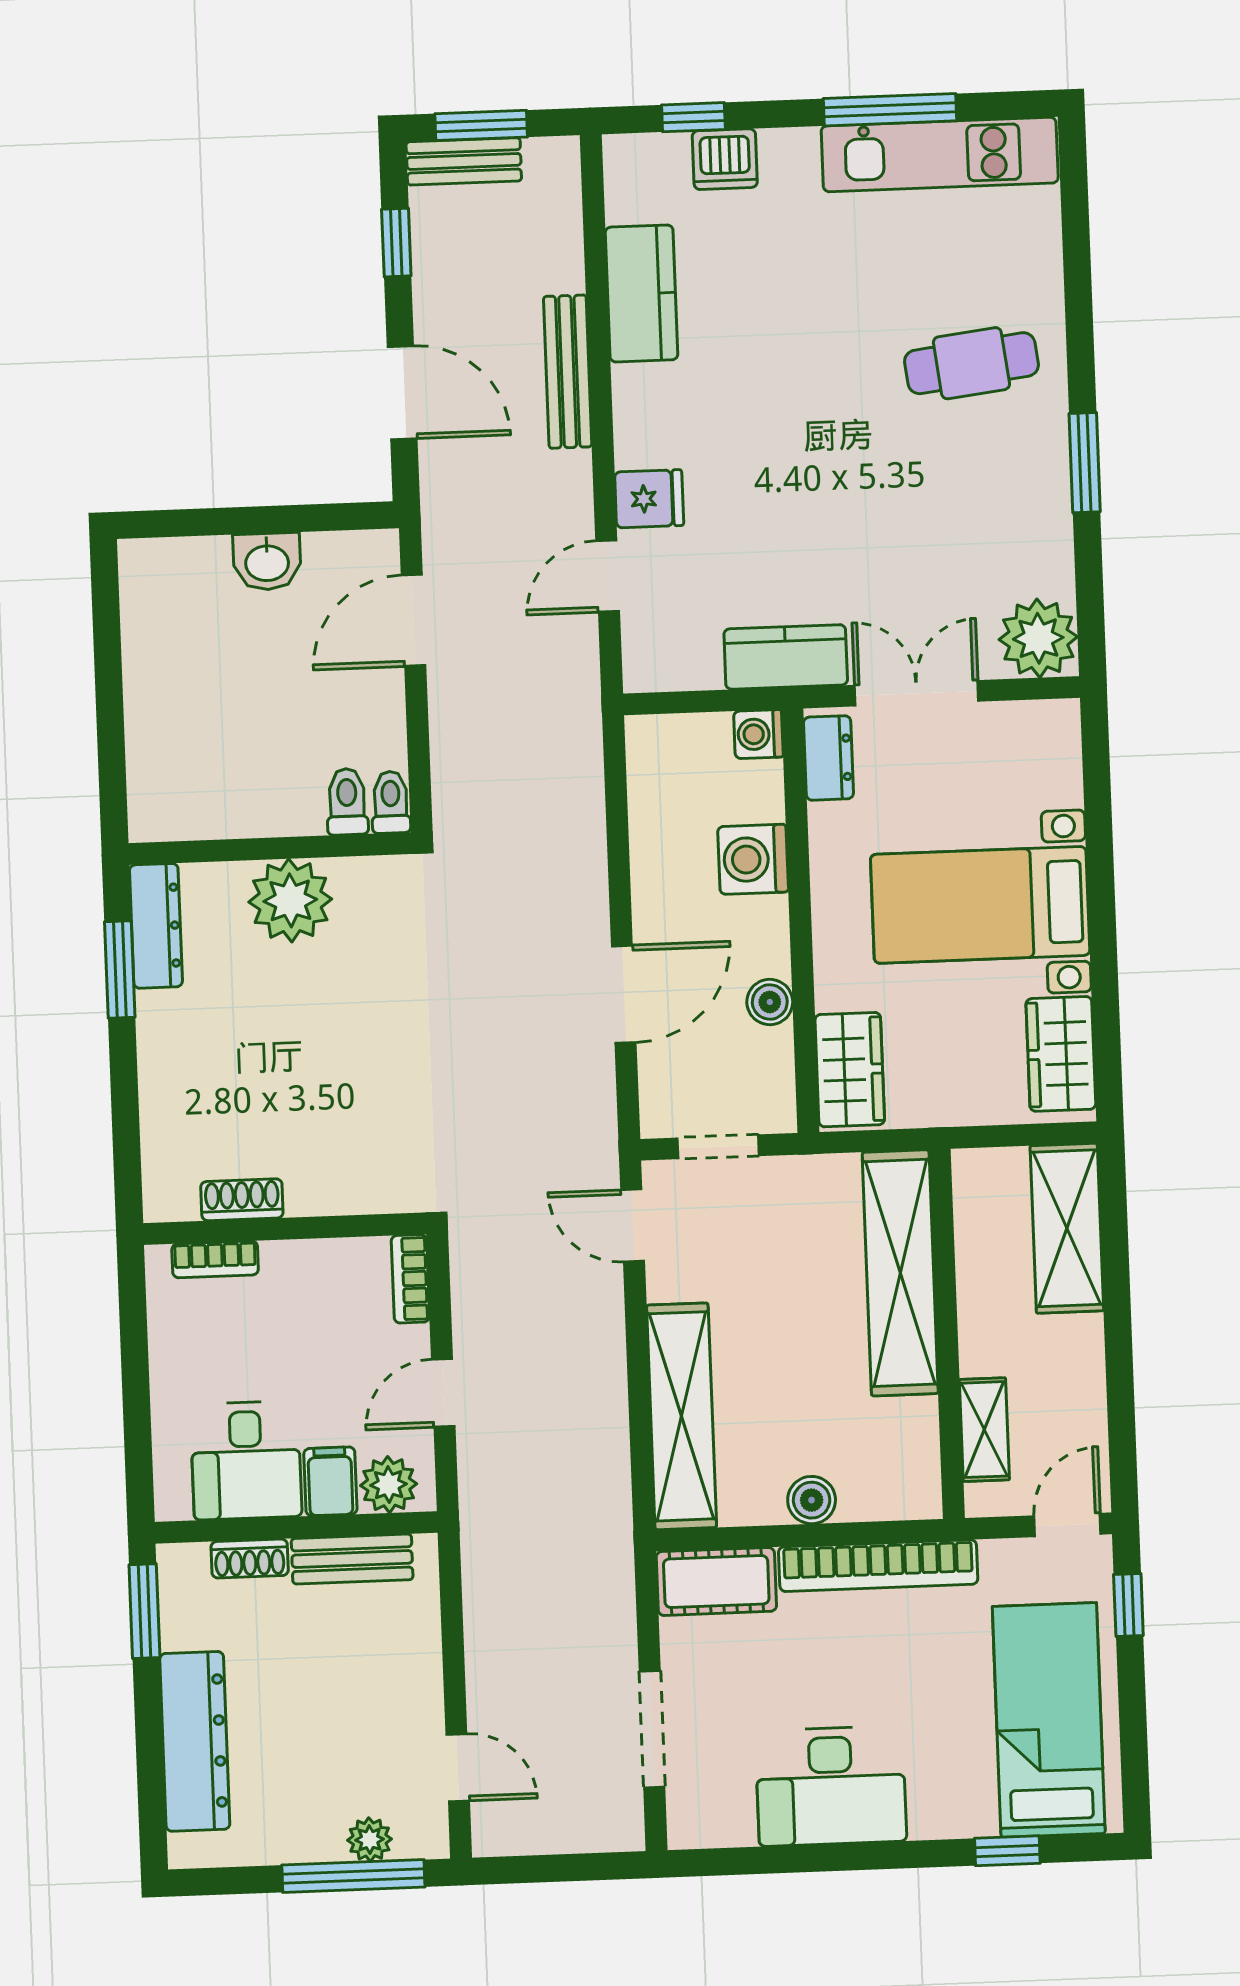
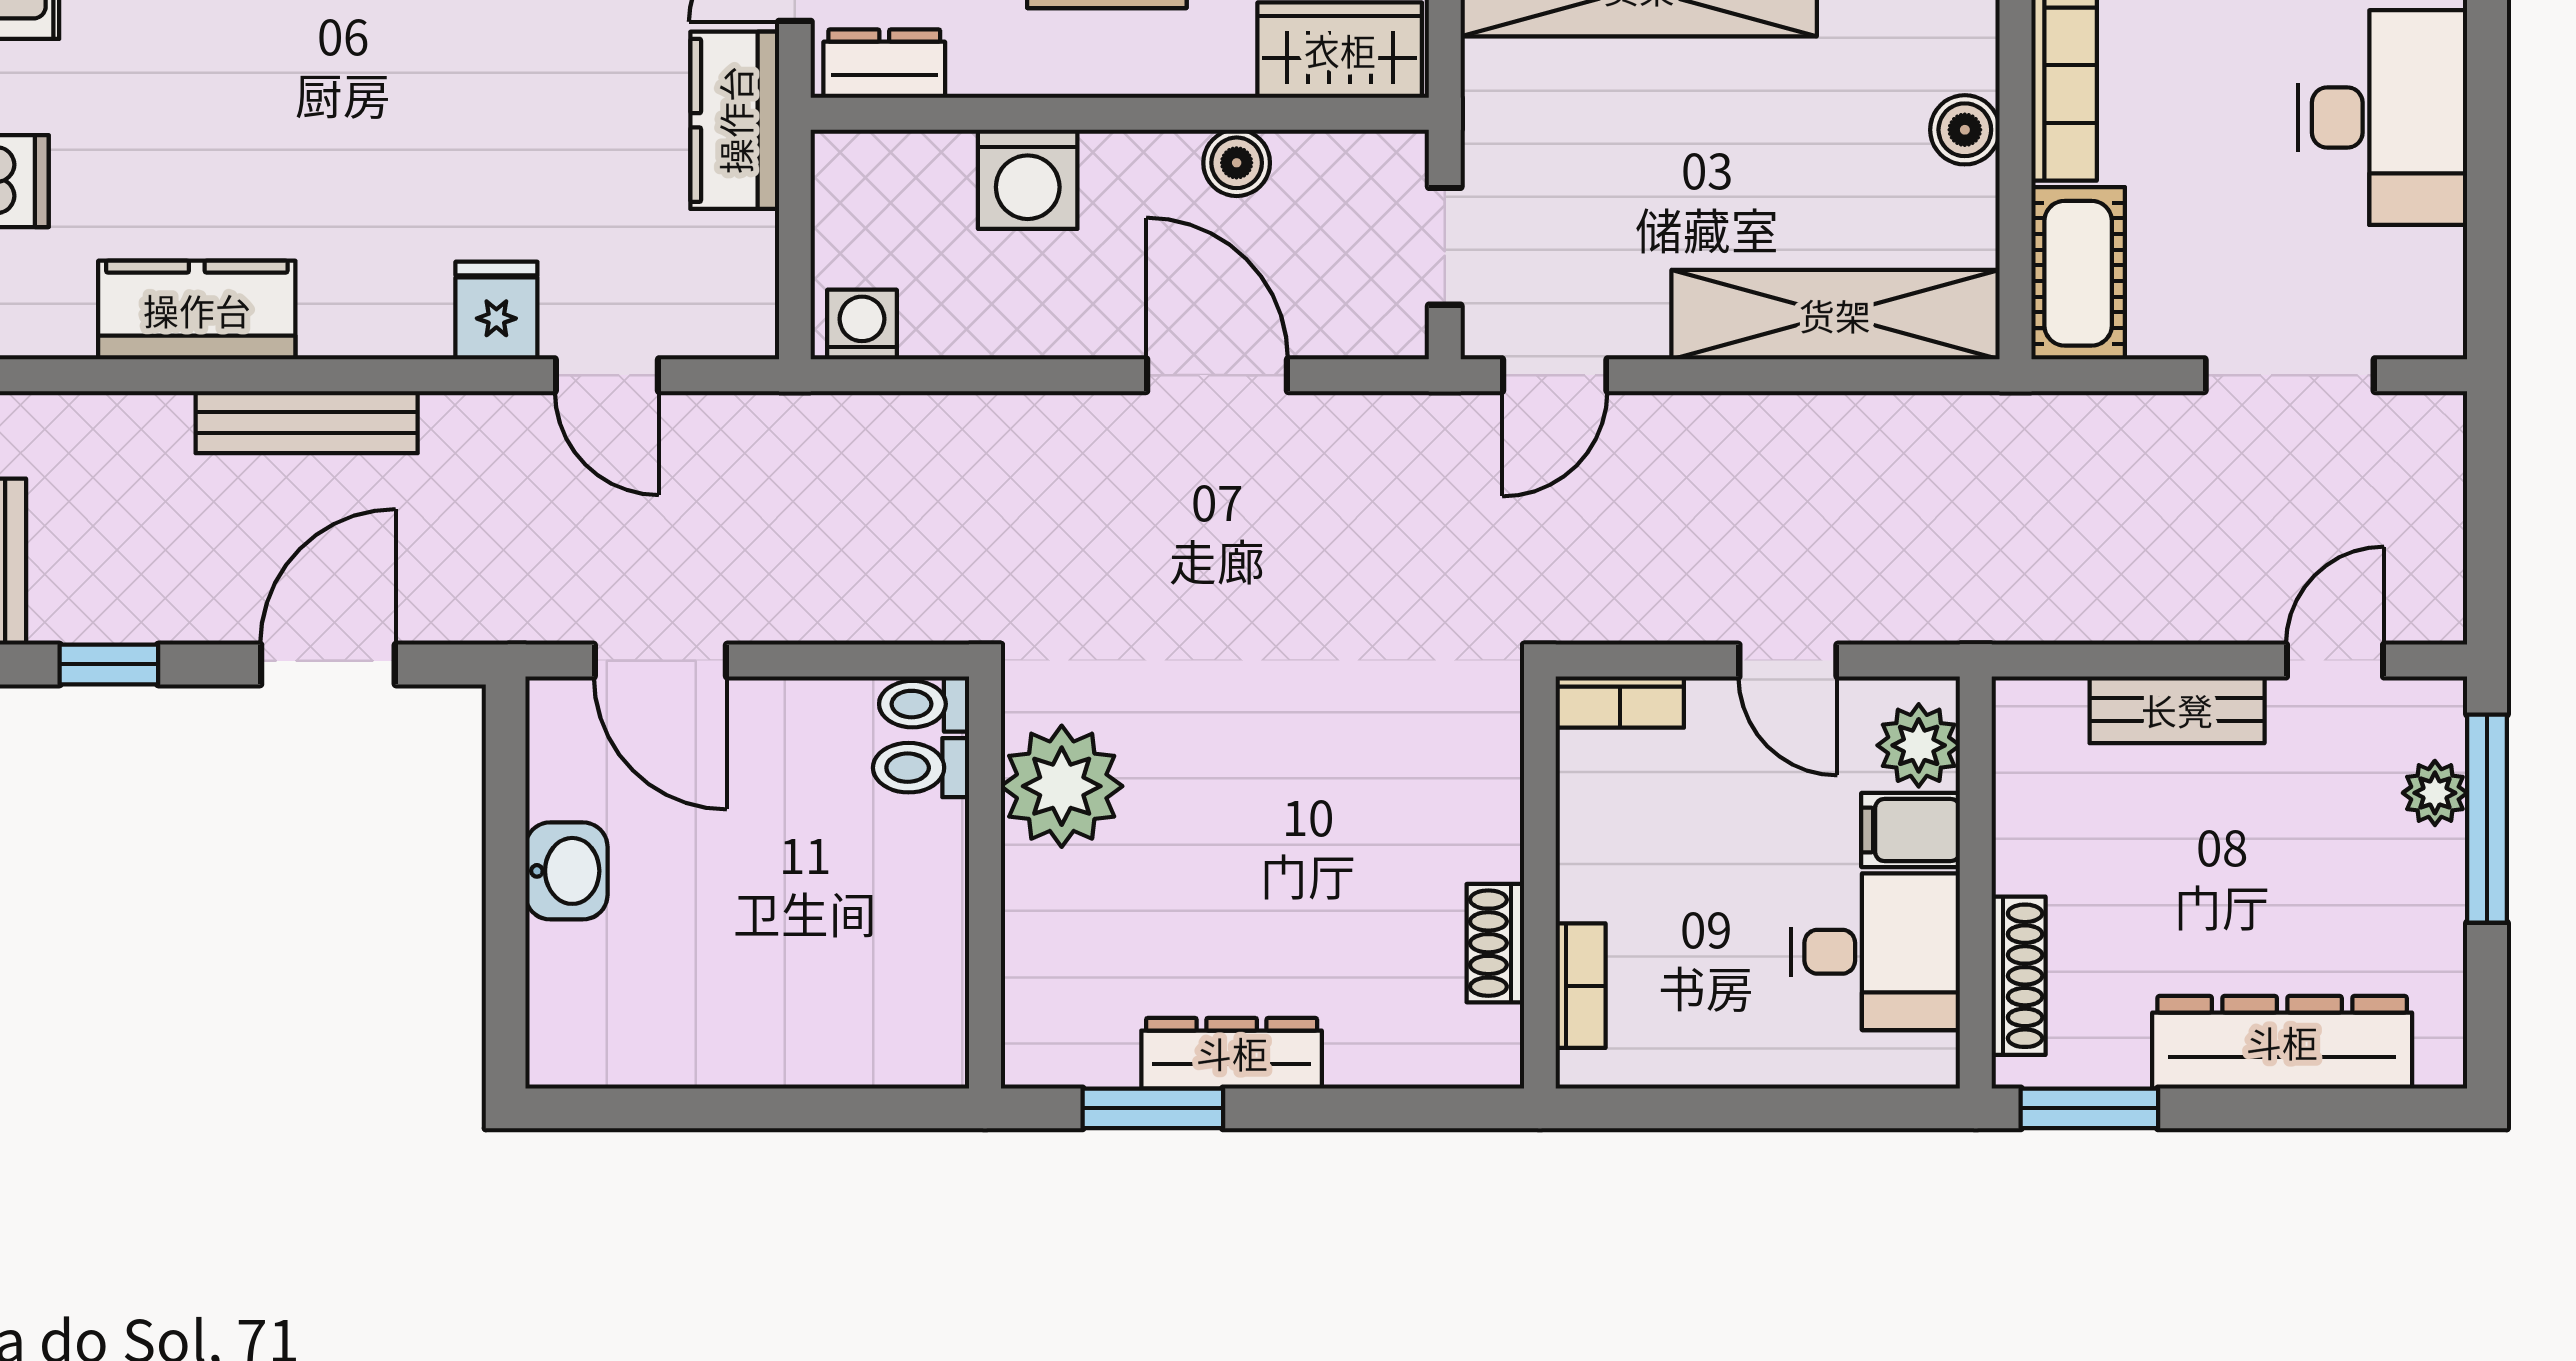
washing machine: (758, 734) -> (862, 325), moved, turned 180
plant: (290, 900) -> (1062, 786), moved
dresser: (156, 926) -> (1232, 1053), moved
shoe rack: (250, 1559) -> (2019, 976), width x1.43
bench: (352, 1559) -> (2177, 710), moved, turned 90

